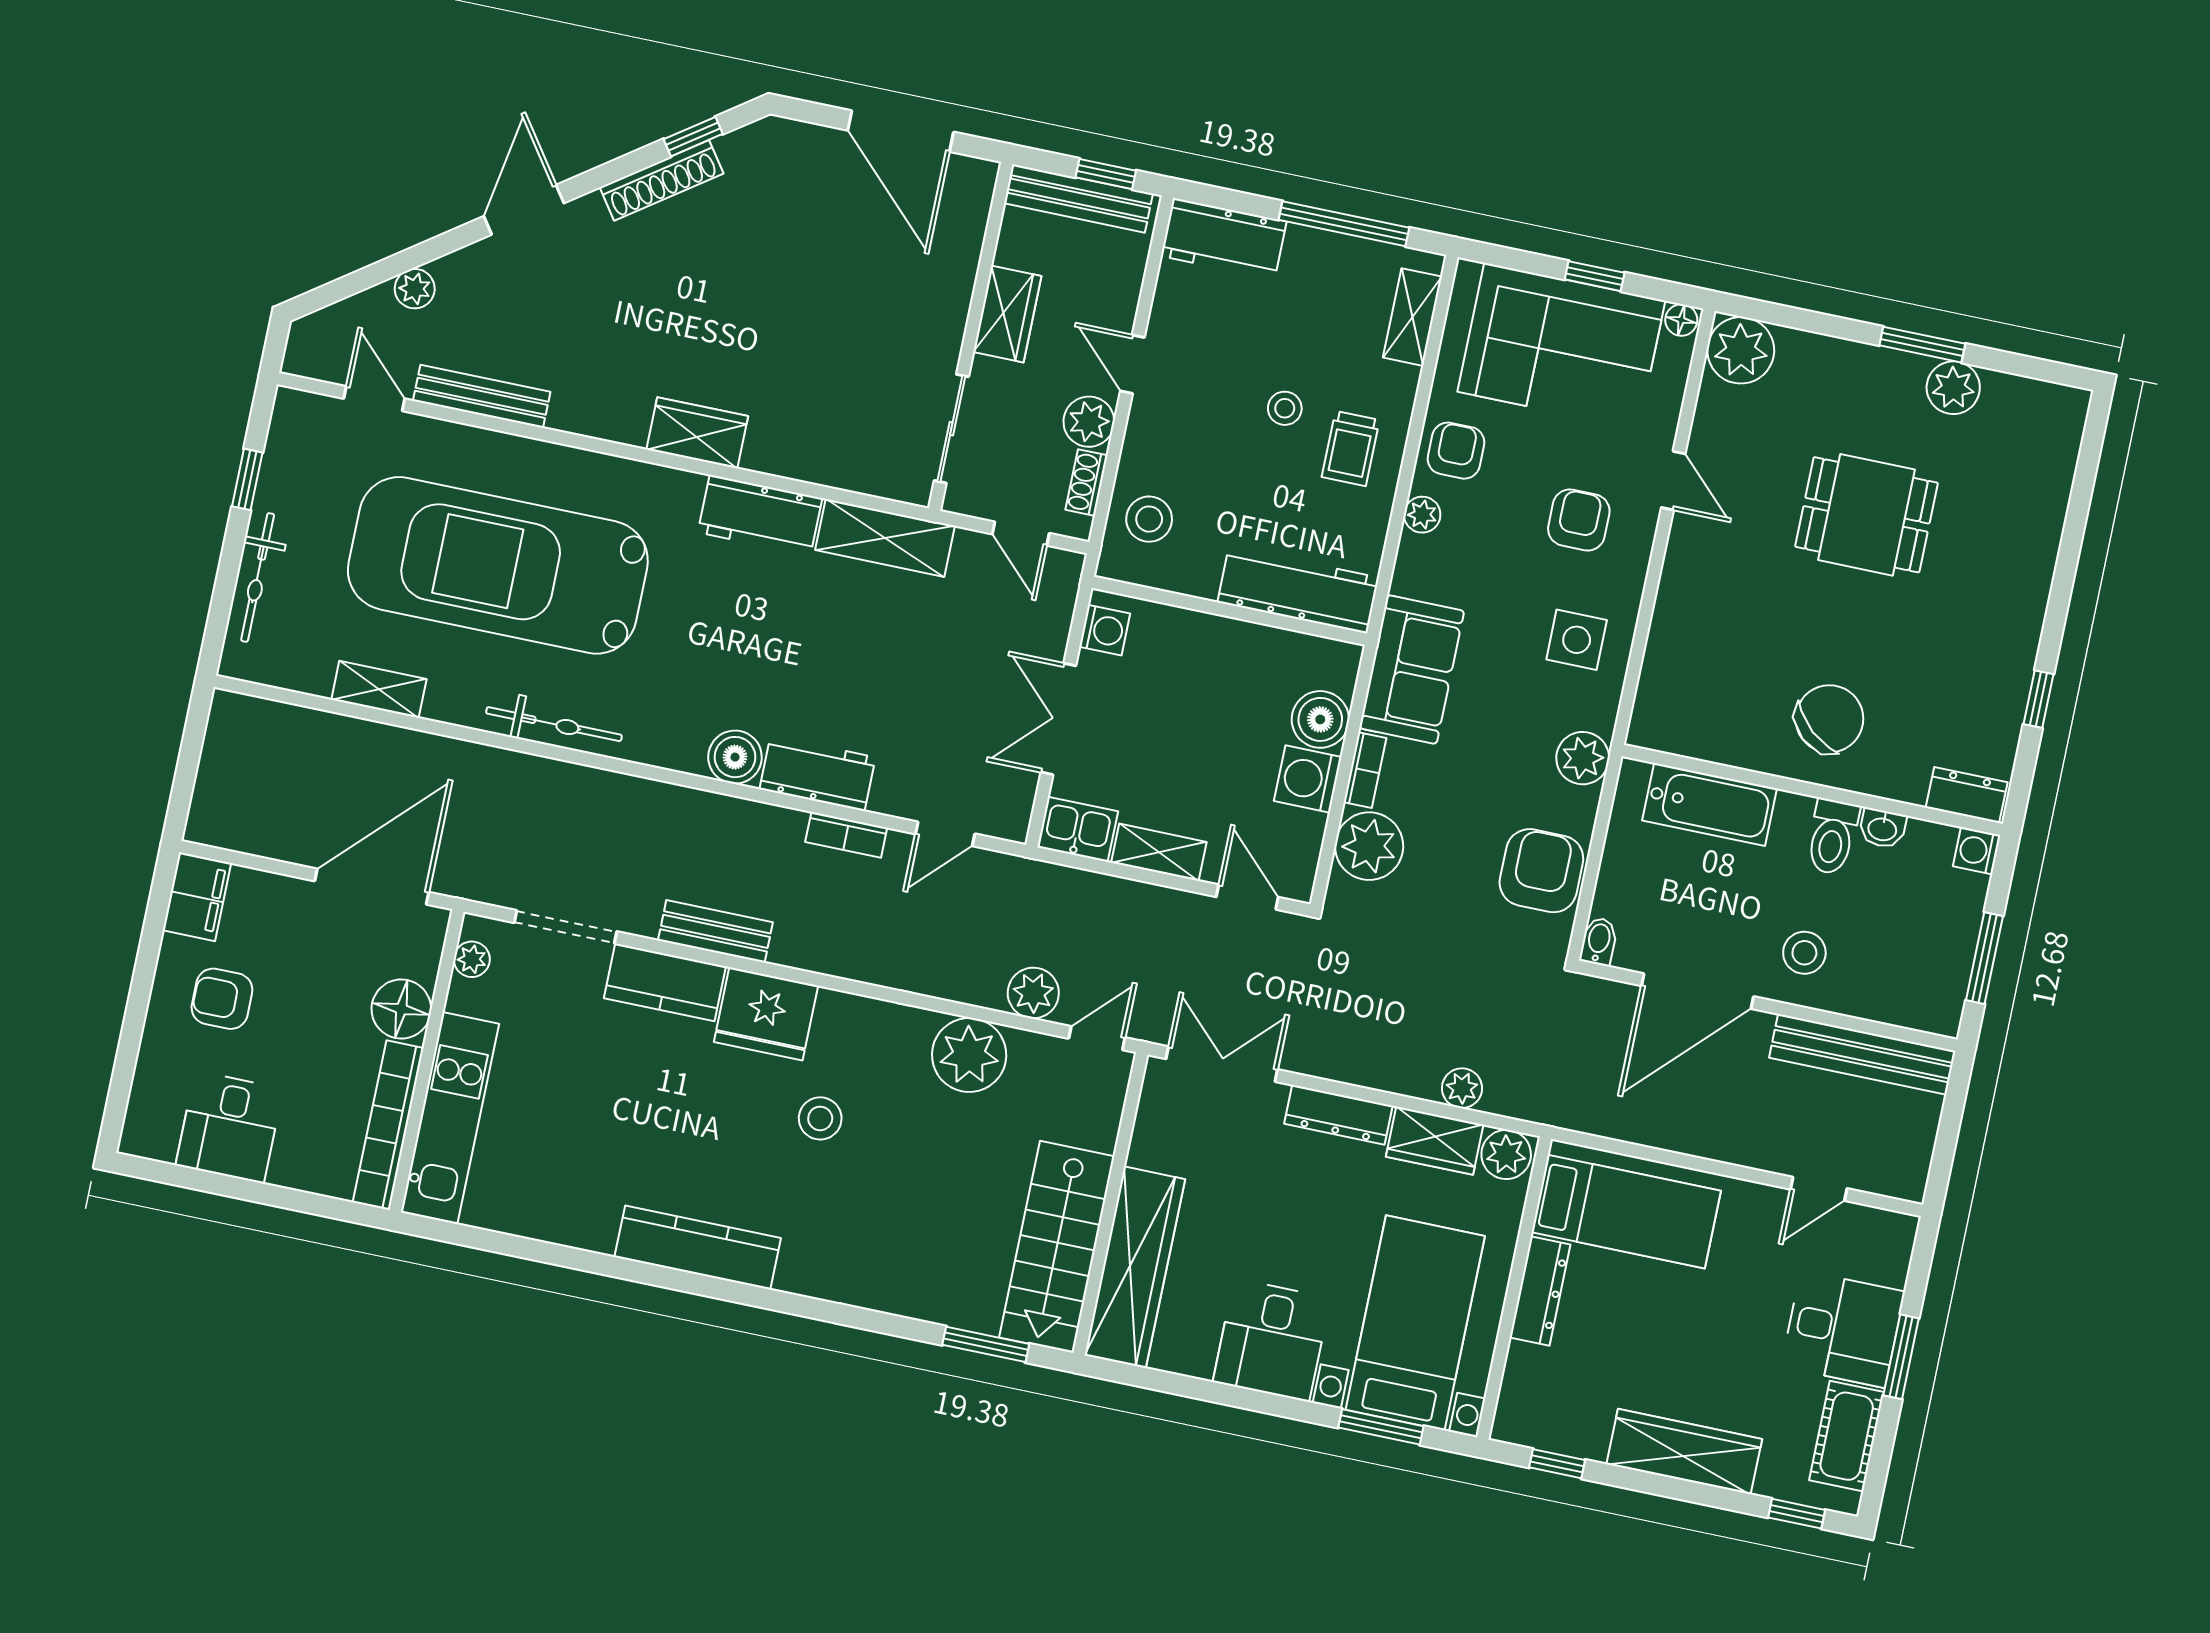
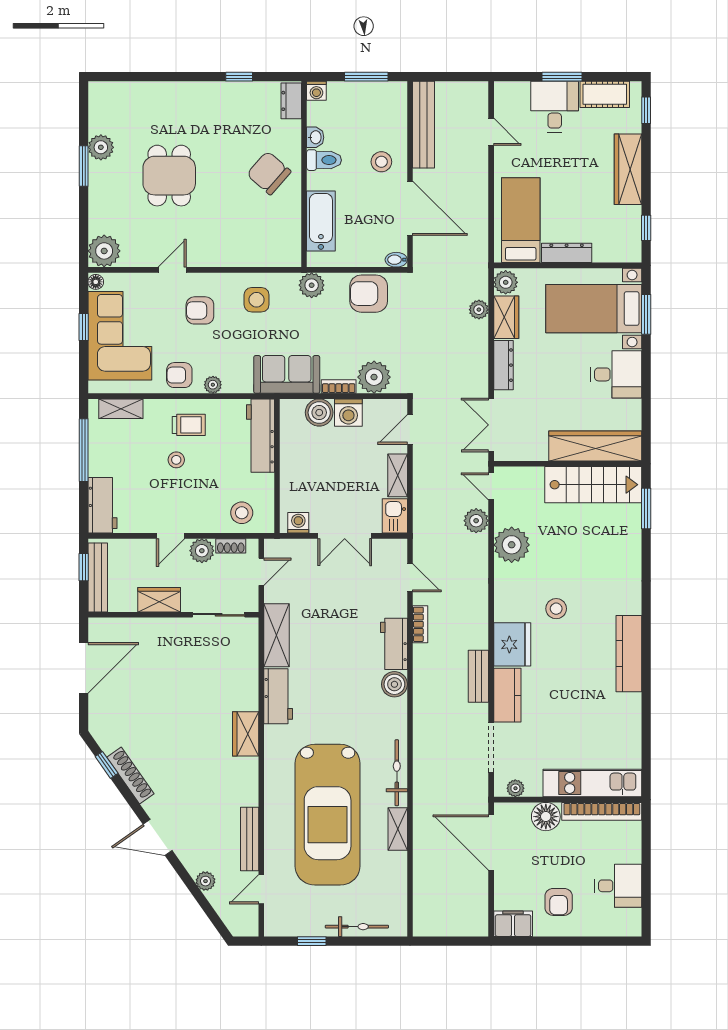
shelving: (379, 689) -> (398, 829), moved

